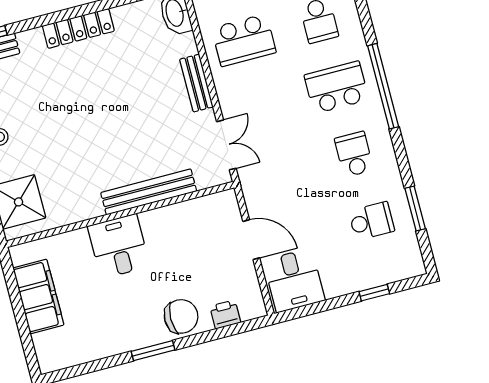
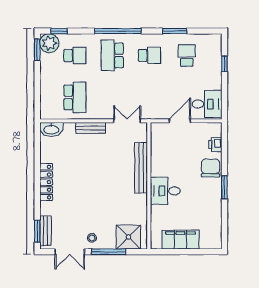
school desk: (354, 154) -> (149, 55), turned 180
window: (415, 208) -> (175, 31), moved

